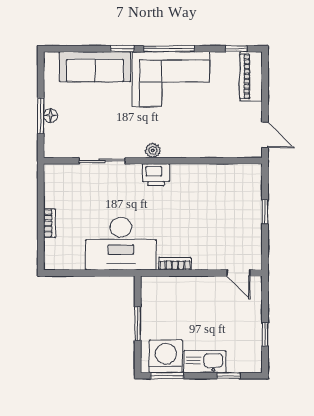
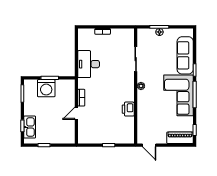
door: (265, 135) -> (149, 145), hinge flipped
printer: (156, 175) -> (128, 109), moved
desk: (121, 244) -> (89, 64), width x0.73, depth x0.77
door: (238, 273) -> (76, 113), moved
washing machine: (166, 356) -> (46, 88), moved, turned 90
kitchen sink: (205, 362) -> (30, 127), moved

